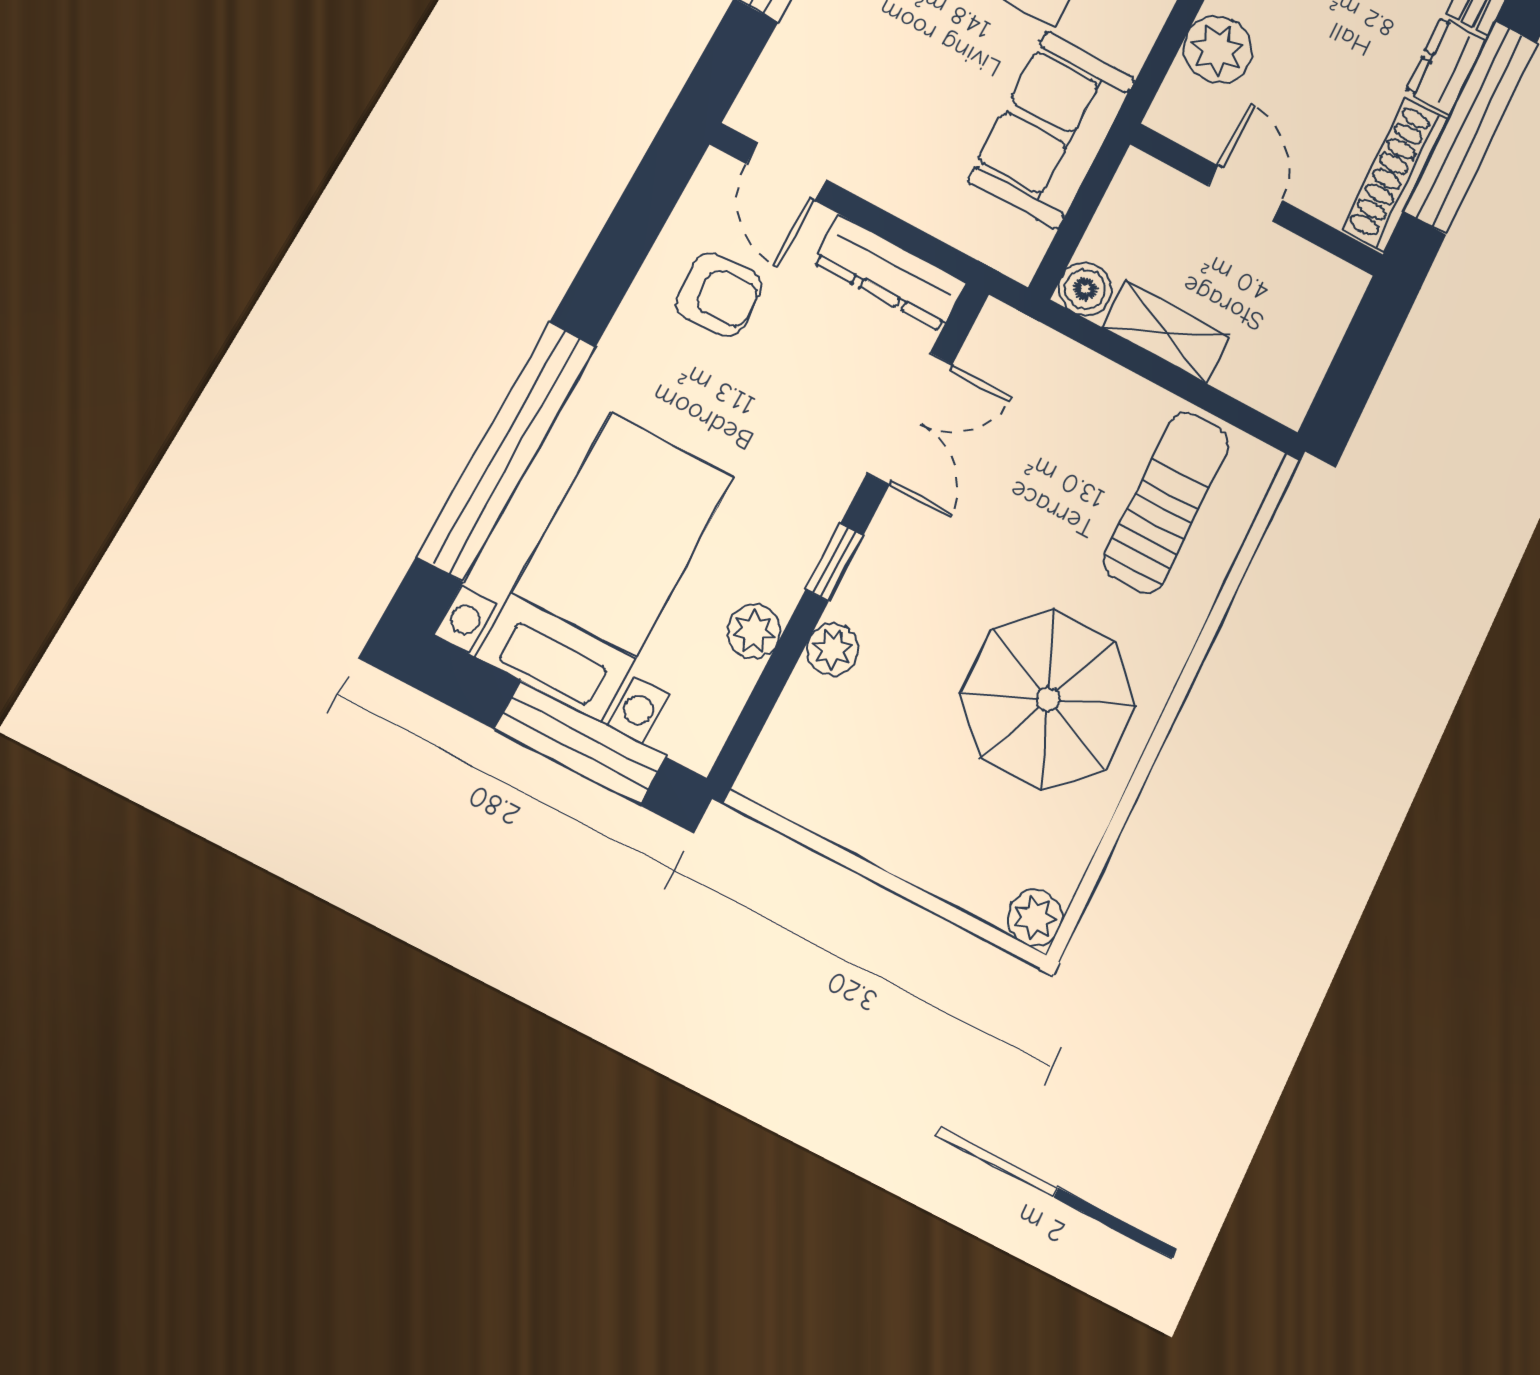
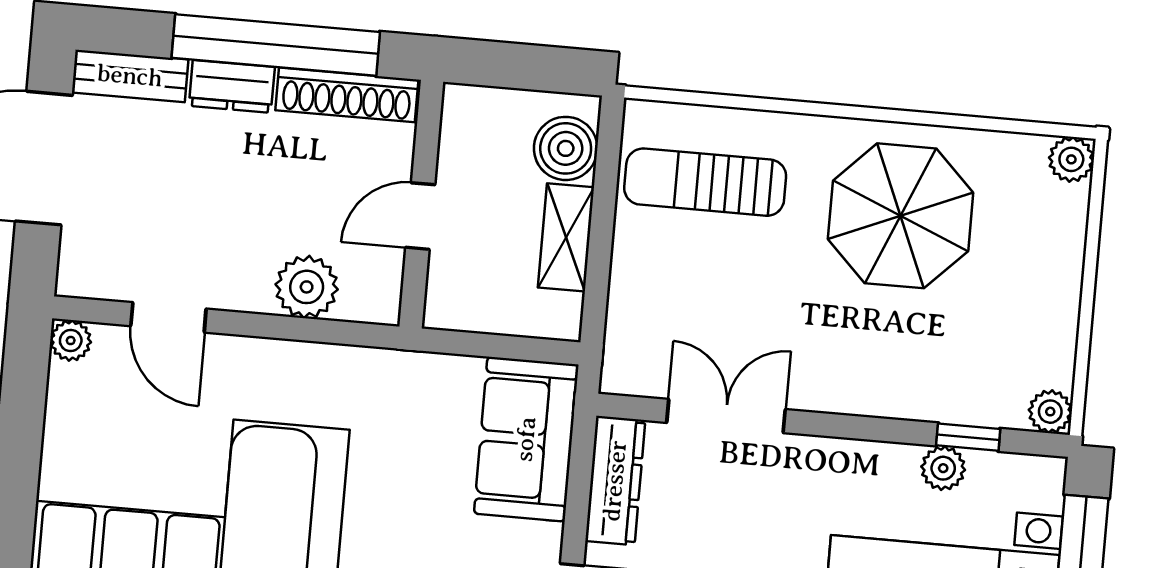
sofa: (1052, 130) -> (526, 439), moved, turned 90
boiler: (1085, 289) -> (566, 148), moved, width x1.36, depth x1.36
window: (834, 562) -> (968, 437), moved
plant: (833, 649) -> (1050, 412), moved

